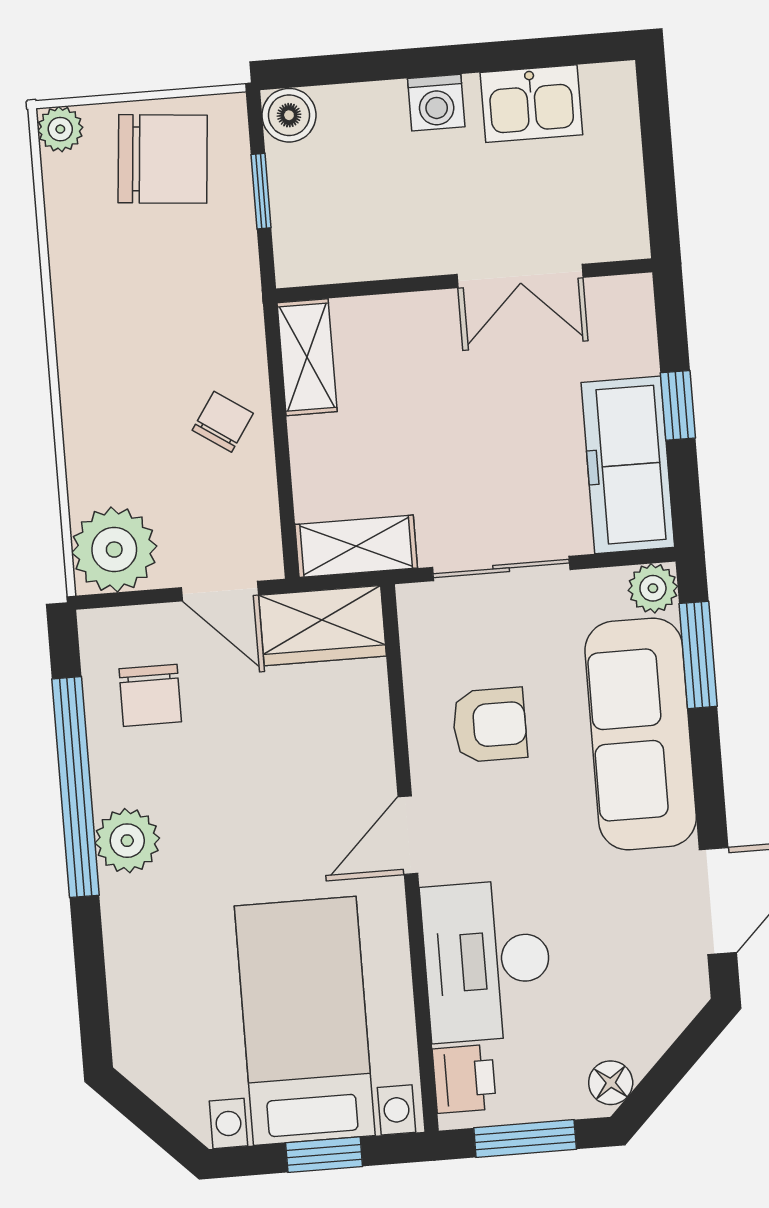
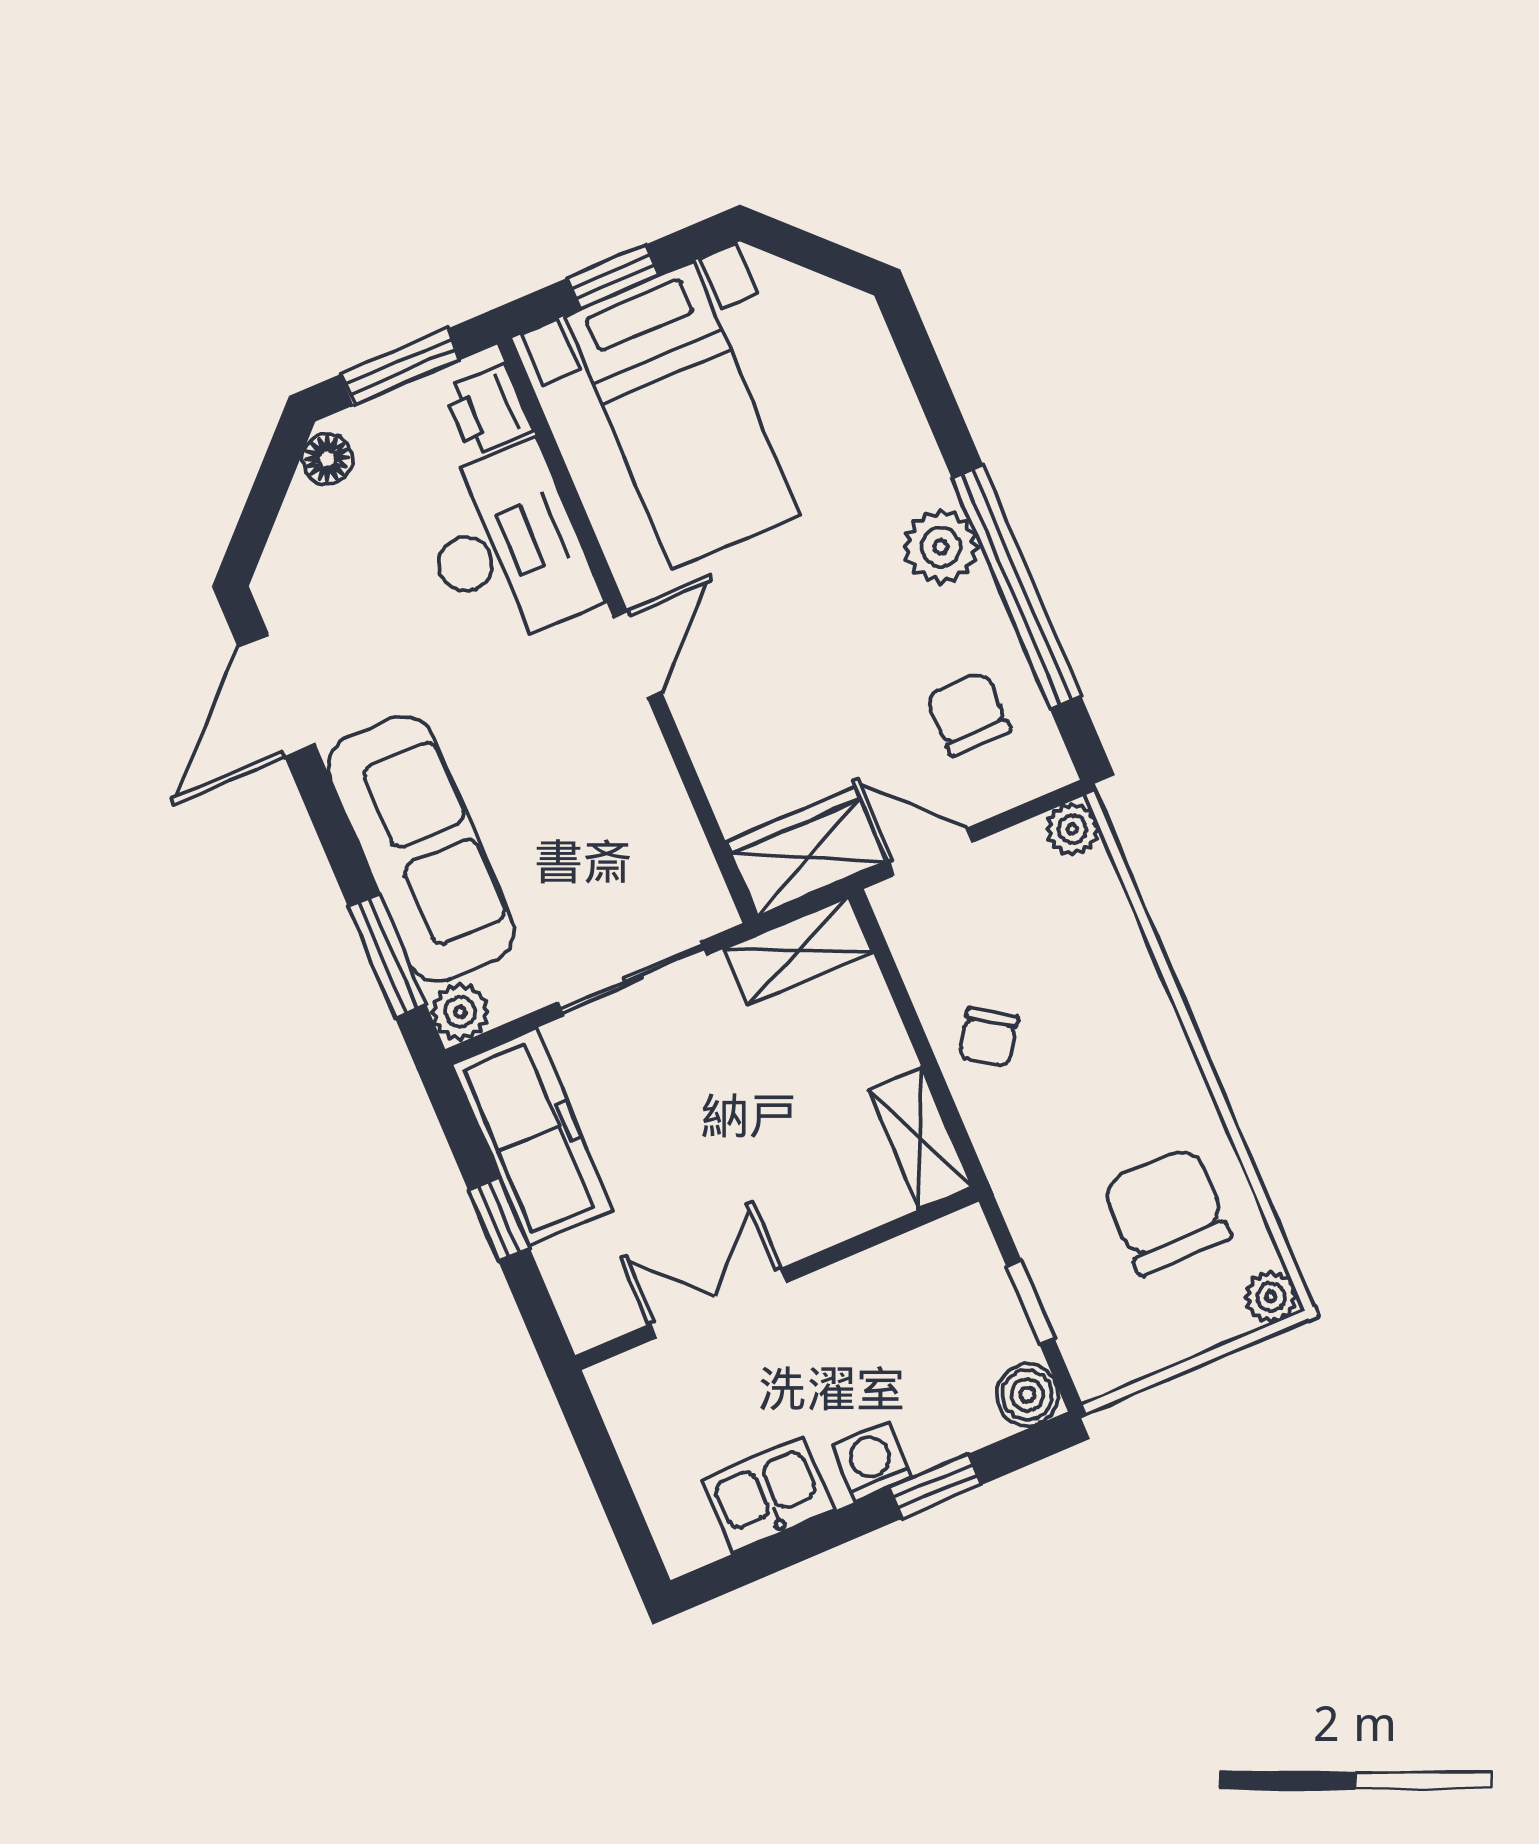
window: (391, 65) -> (935, 1486), added
chair: (163, 159) -> (1167, 1211), moved, turned 85
plant: (114, 550) -> (1072, 829), width x0.53, depth x0.53
armchair: (490, 725) -> (588, 804), removed

